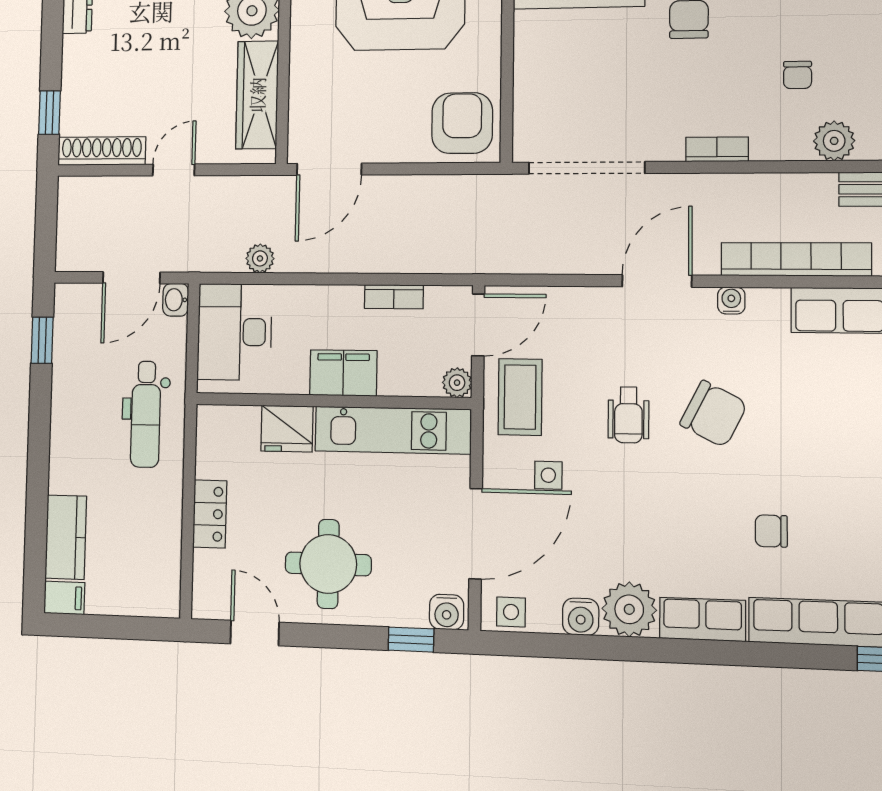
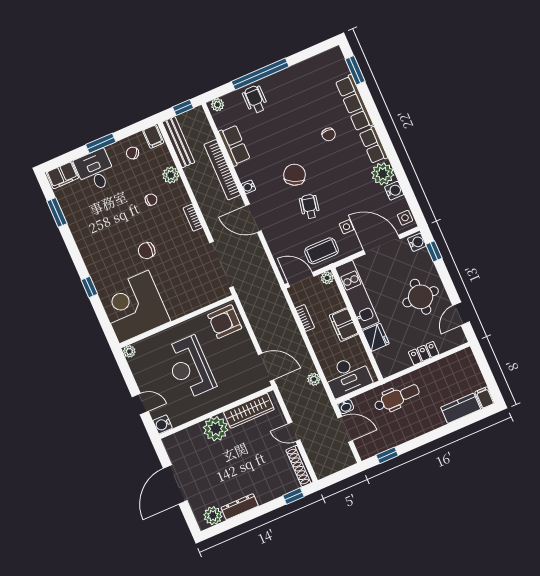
wheelchair: (628, 415) -> (309, 206), turned -79

